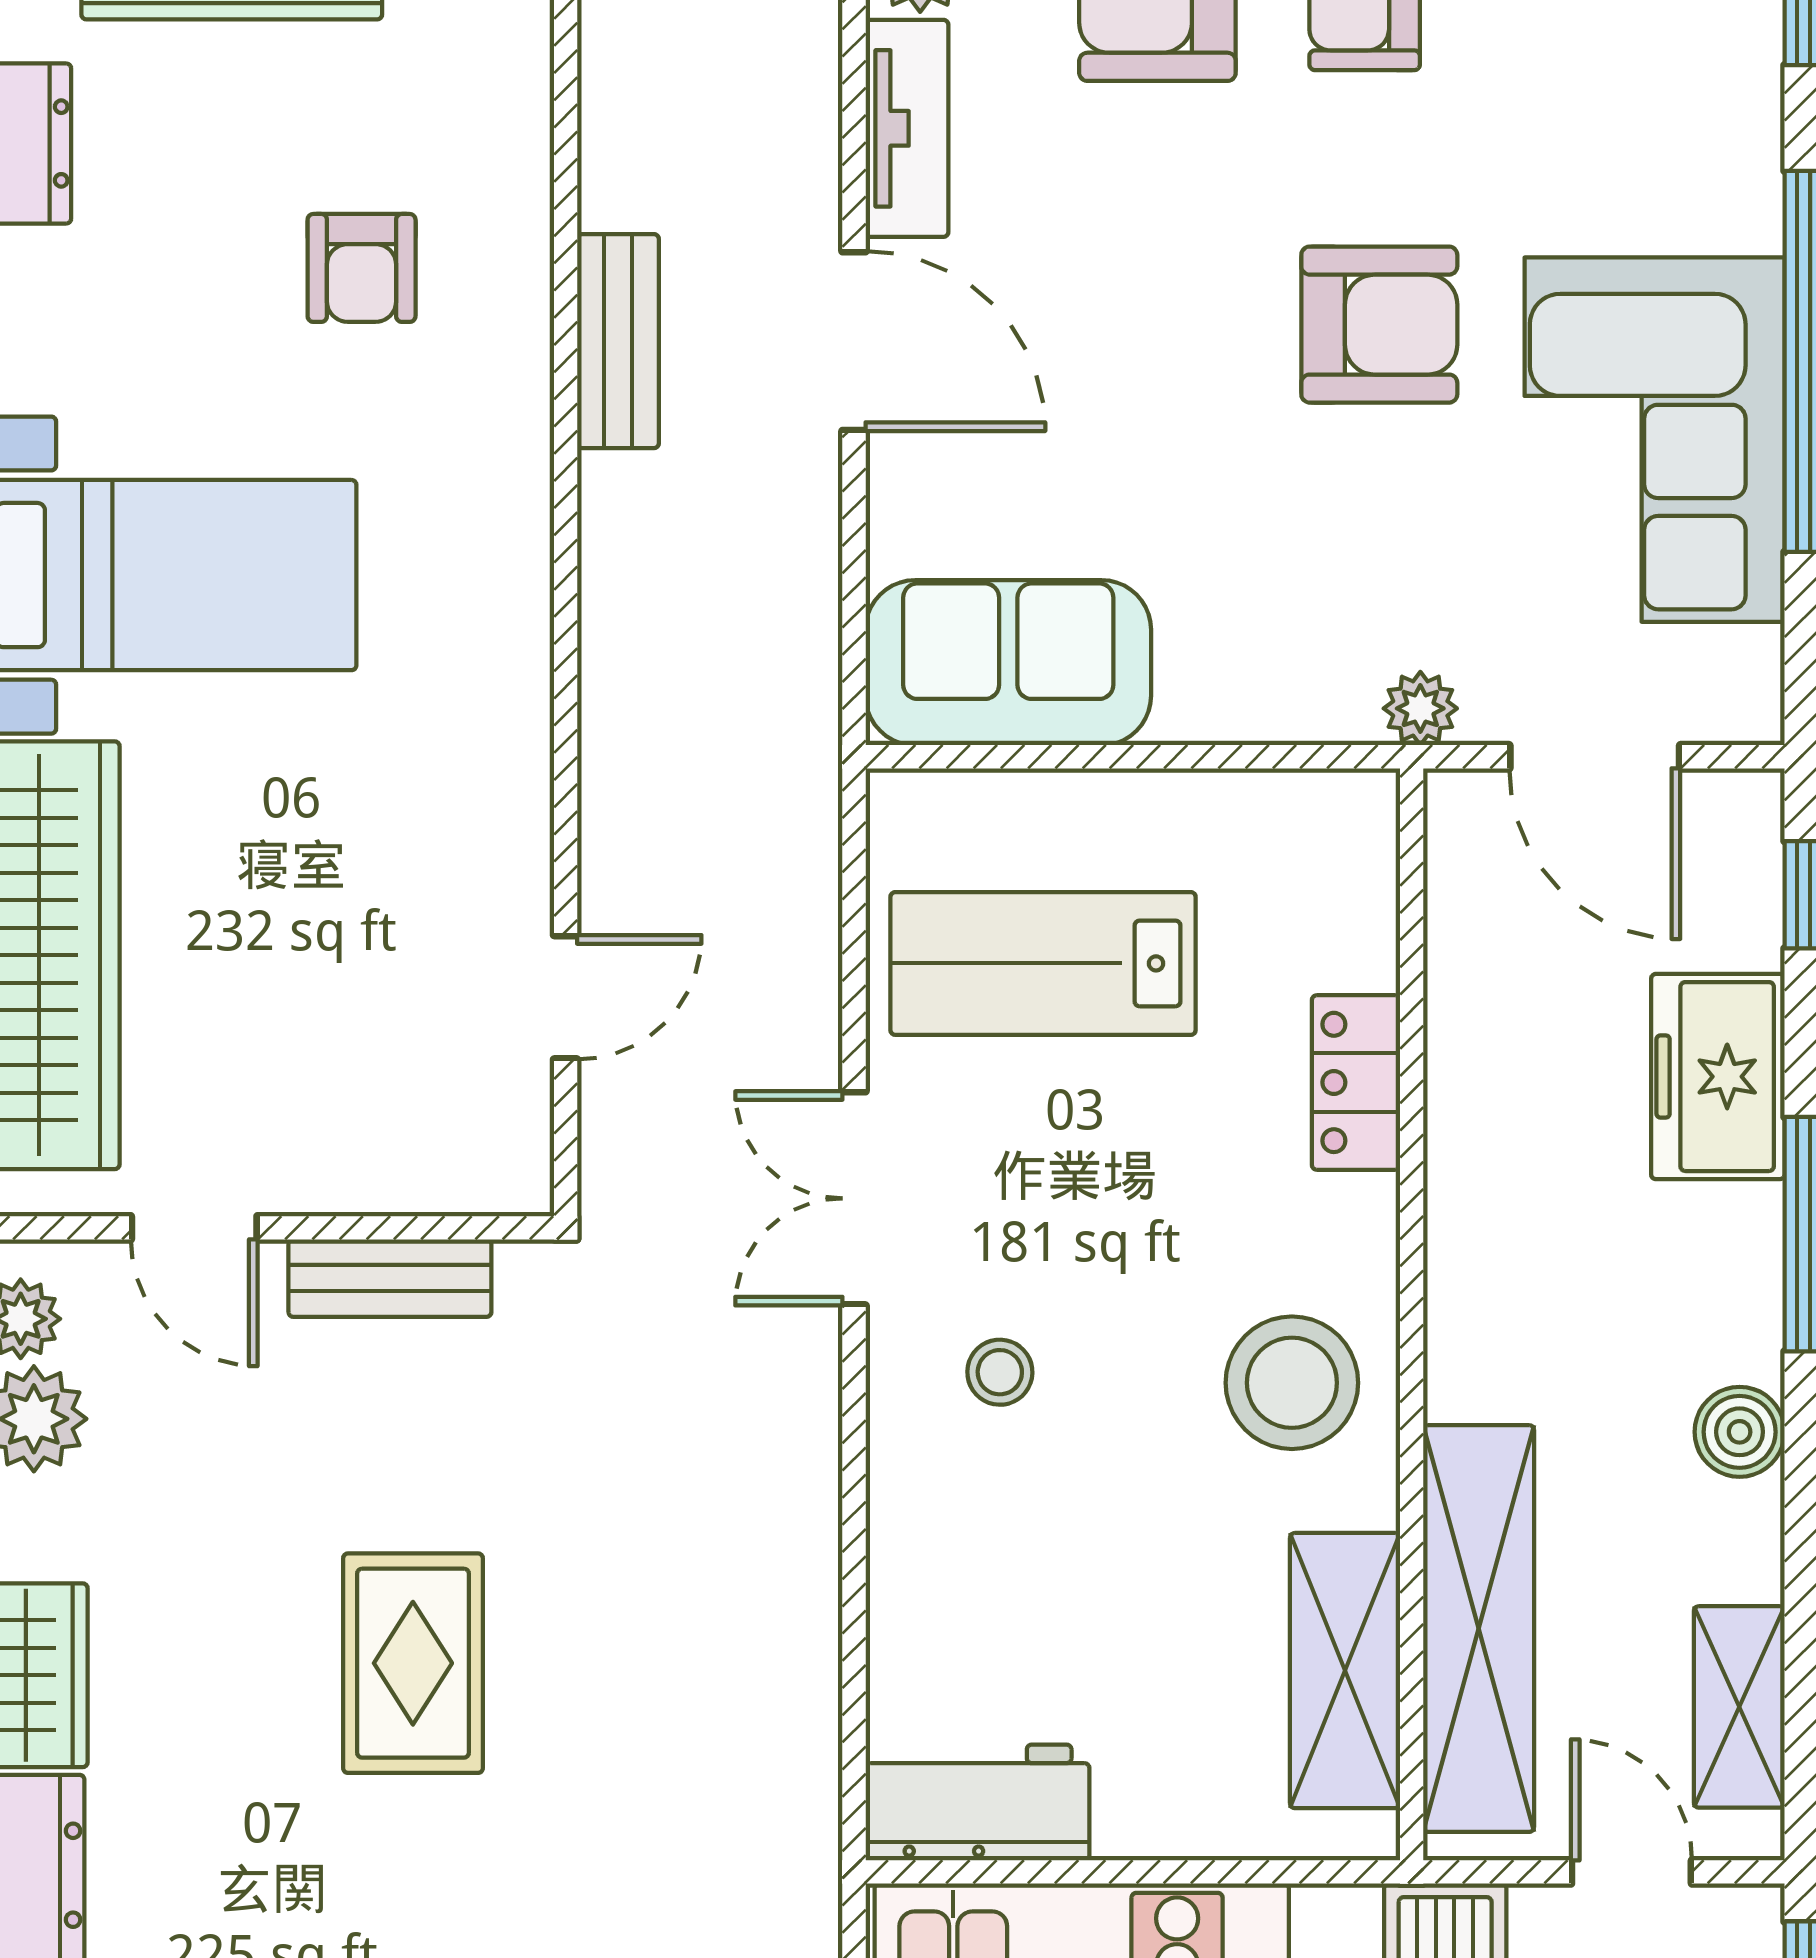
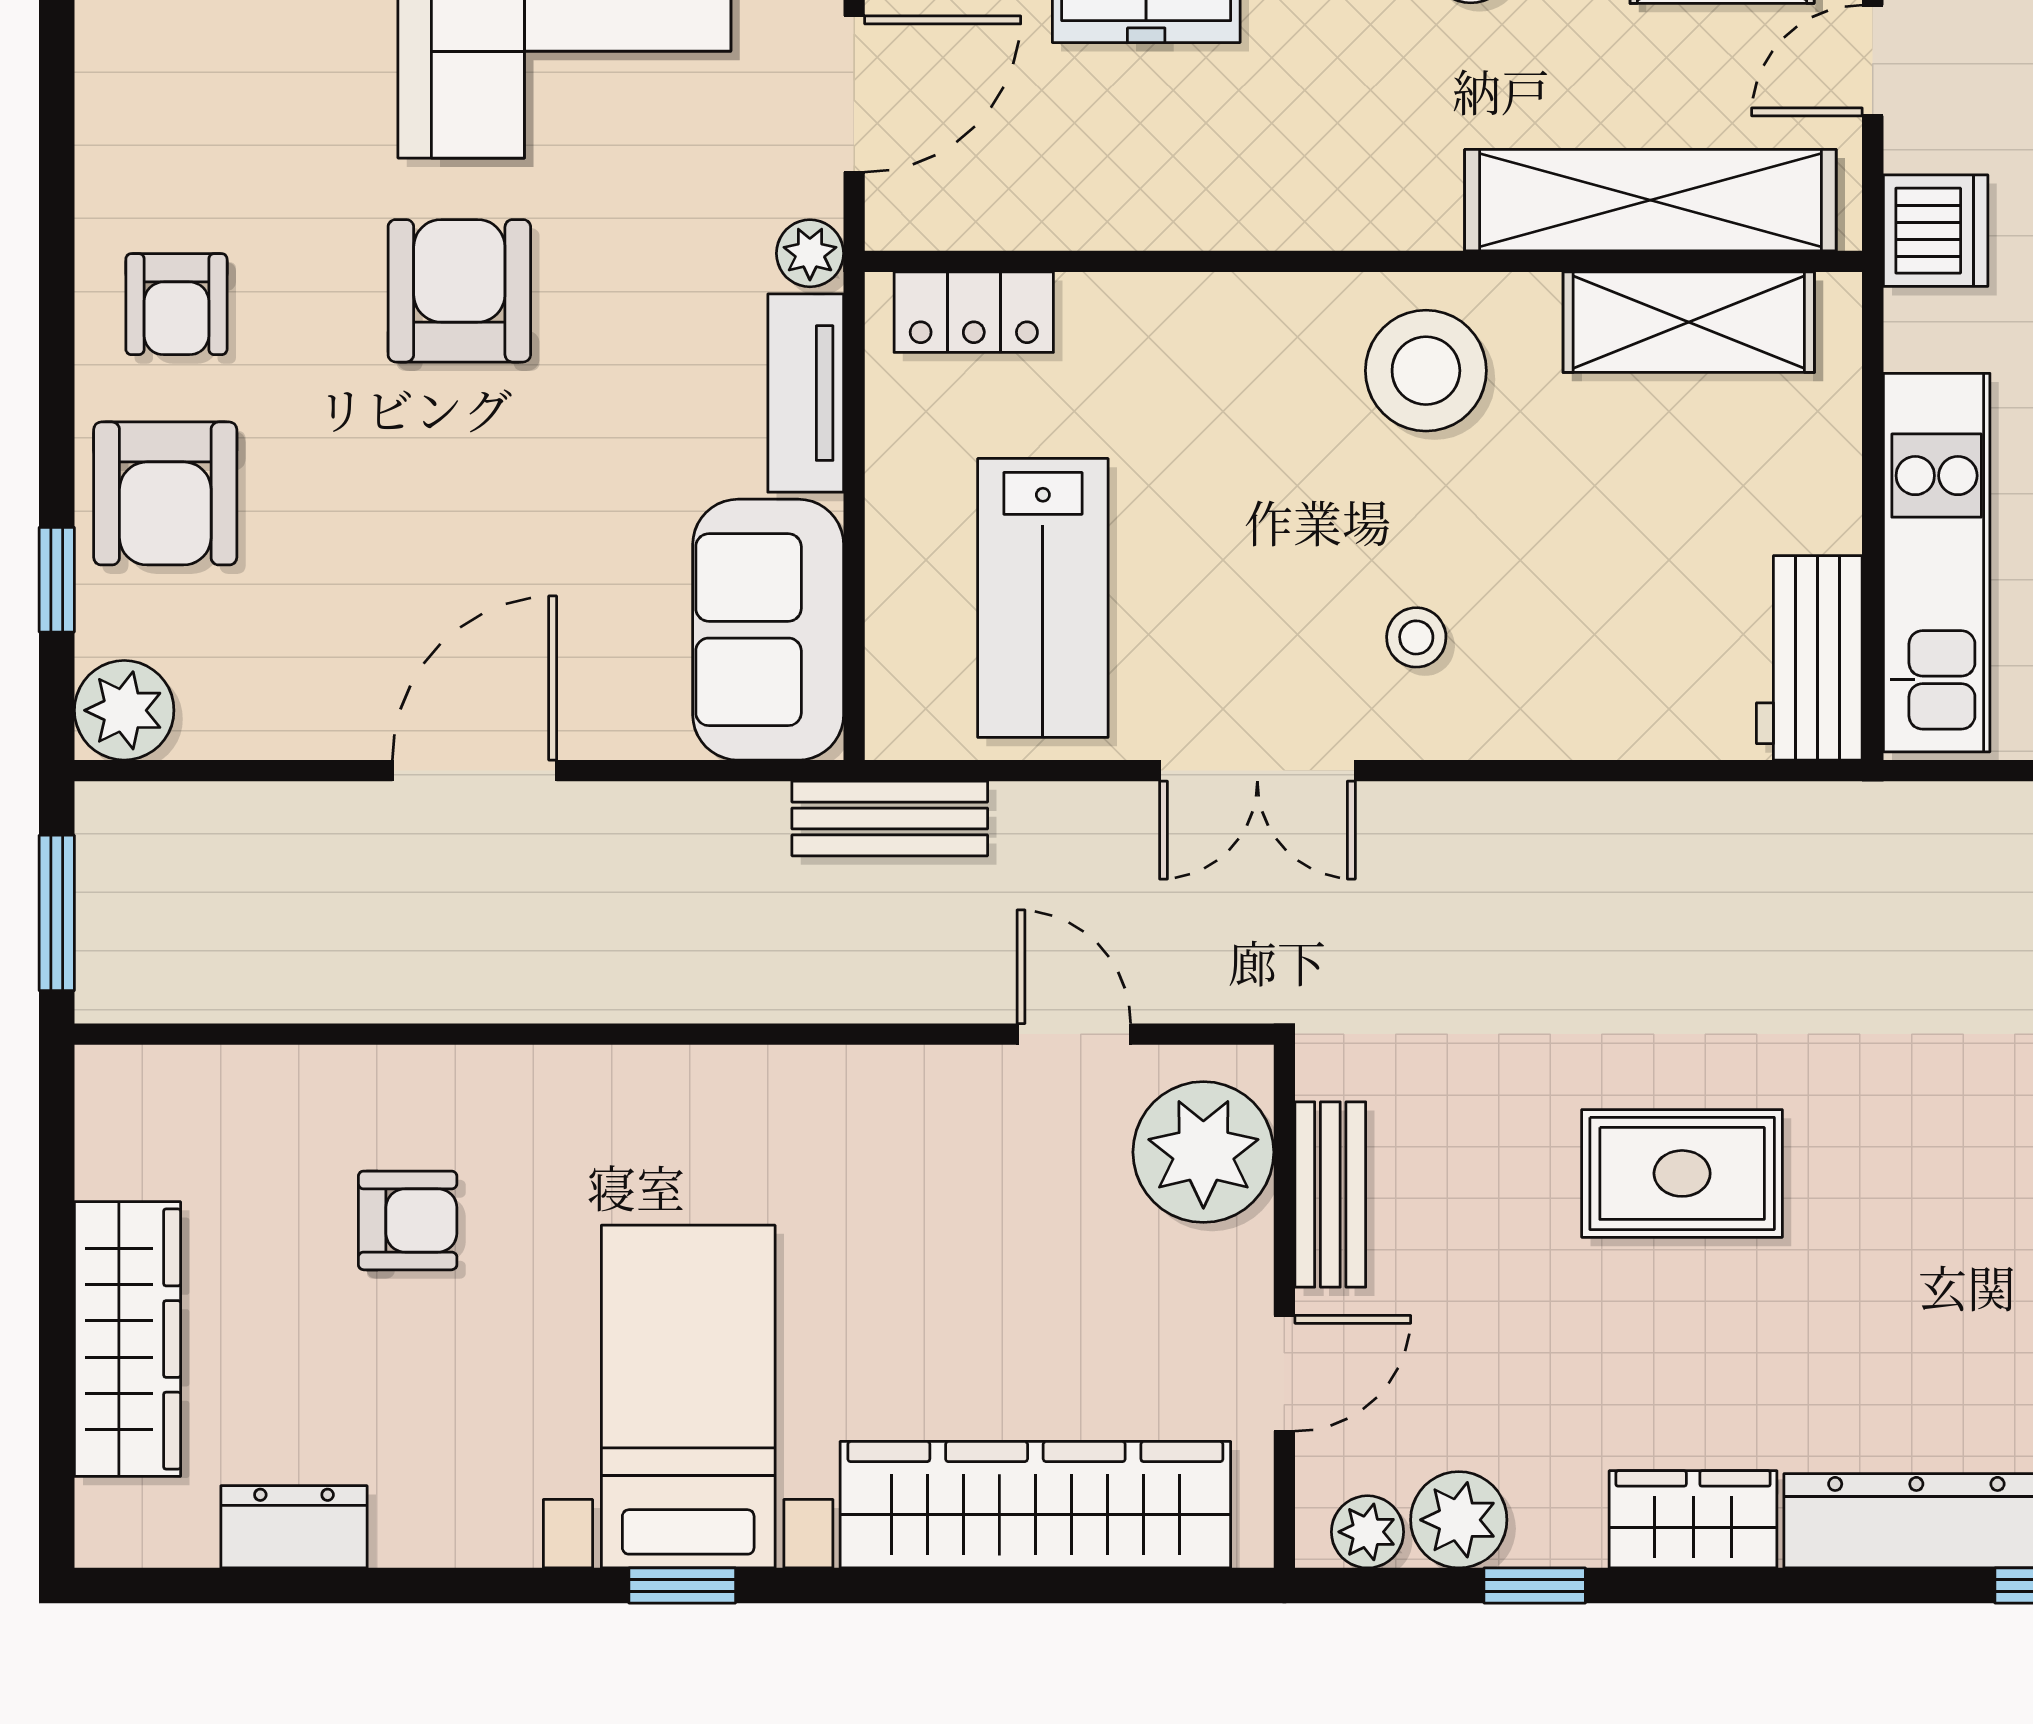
tv unit: (907, 128) -> (806, 393), moved, turned -90
bench: (618, 341) -> (890, 818), moved
locker: (1356, 1082) -> (974, 312), moved
plant: (436, 1139) -> (1203, 1152), added

